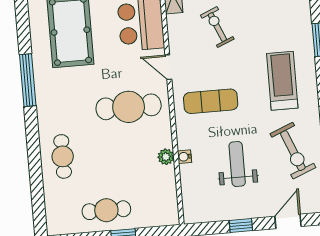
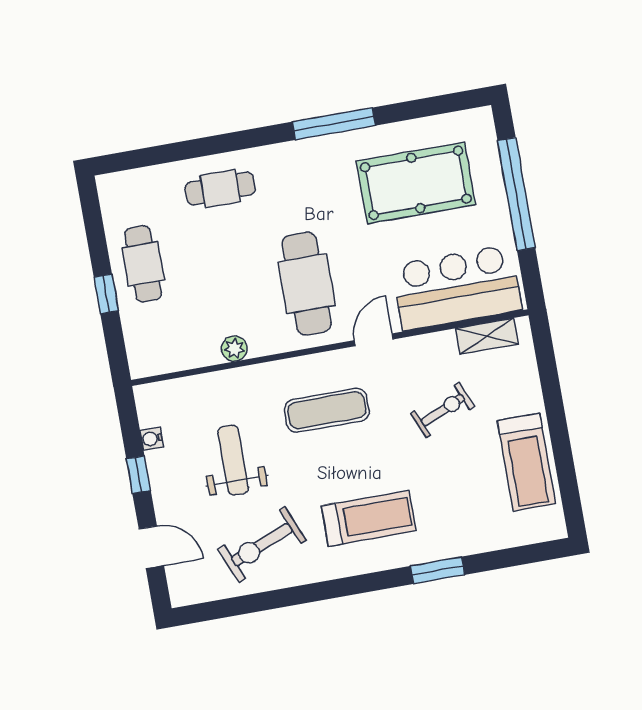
exercise mat: (211, 101) -> (327, 410), turned 90
water cooler: (185, 157) -> (152, 439), moved, turned -90
weight bench: (237, 164) -> (233, 460), turned -90

